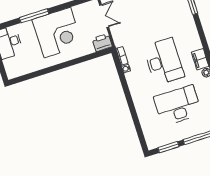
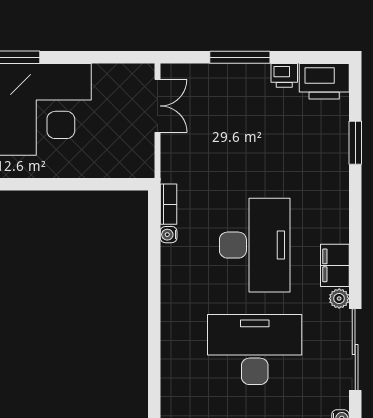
printer: (102, 43) -> (135, 162), removed

